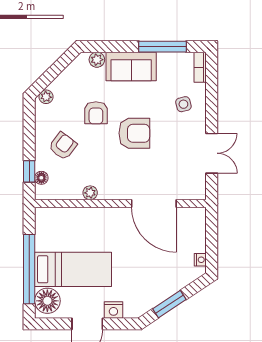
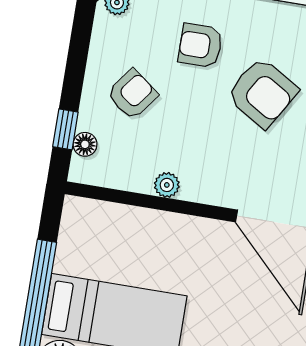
armchair: (96, 113) -> (200, 45), turned 90
armchair: (134, 133) -> (262, 93), turned 31

